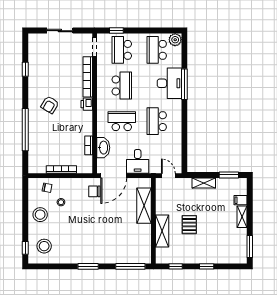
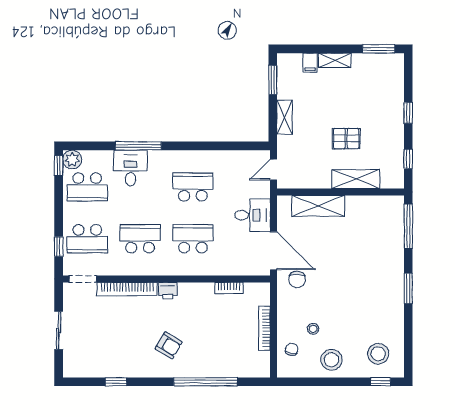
window: (171, 31) -> (59, 166), added
desk: (169, 83) -> (130, 168), width x0.73
school desk: (122, 121) -> (193, 239), turned 90
school desk: (157, 121) -> (193, 187), turned 180
washbasin: (103, 148) -> (232, 266), removed

